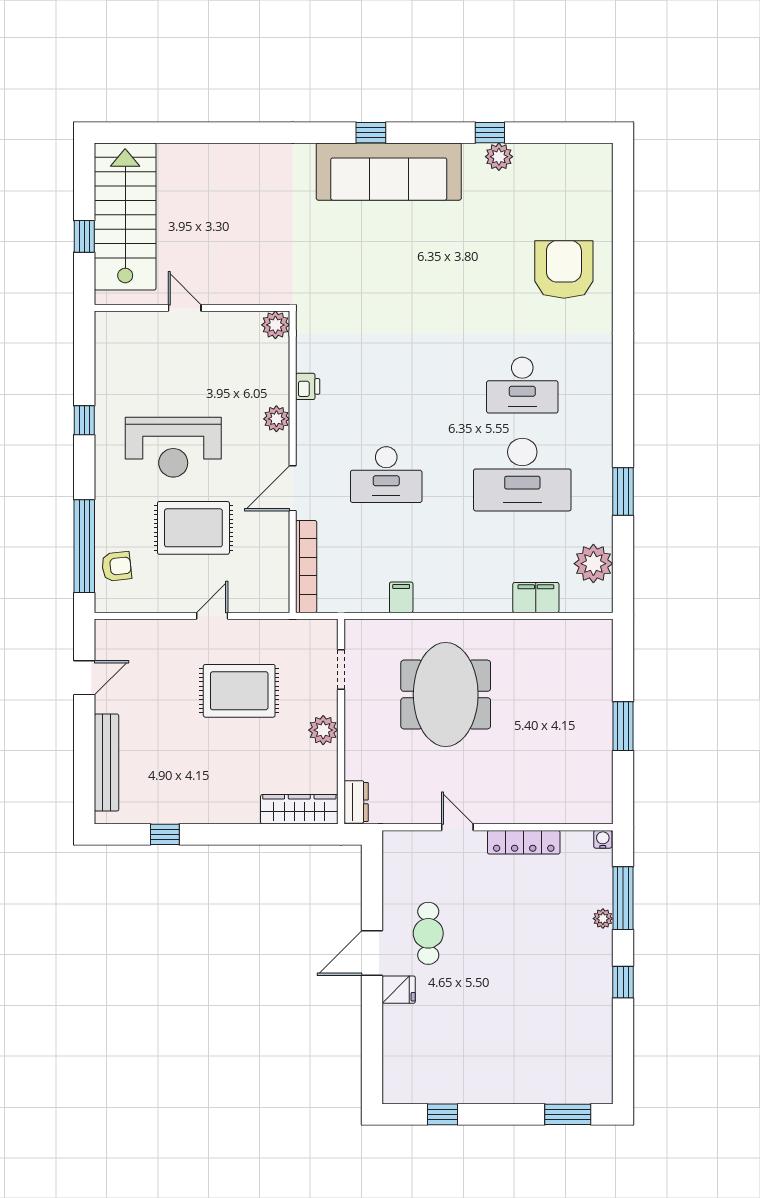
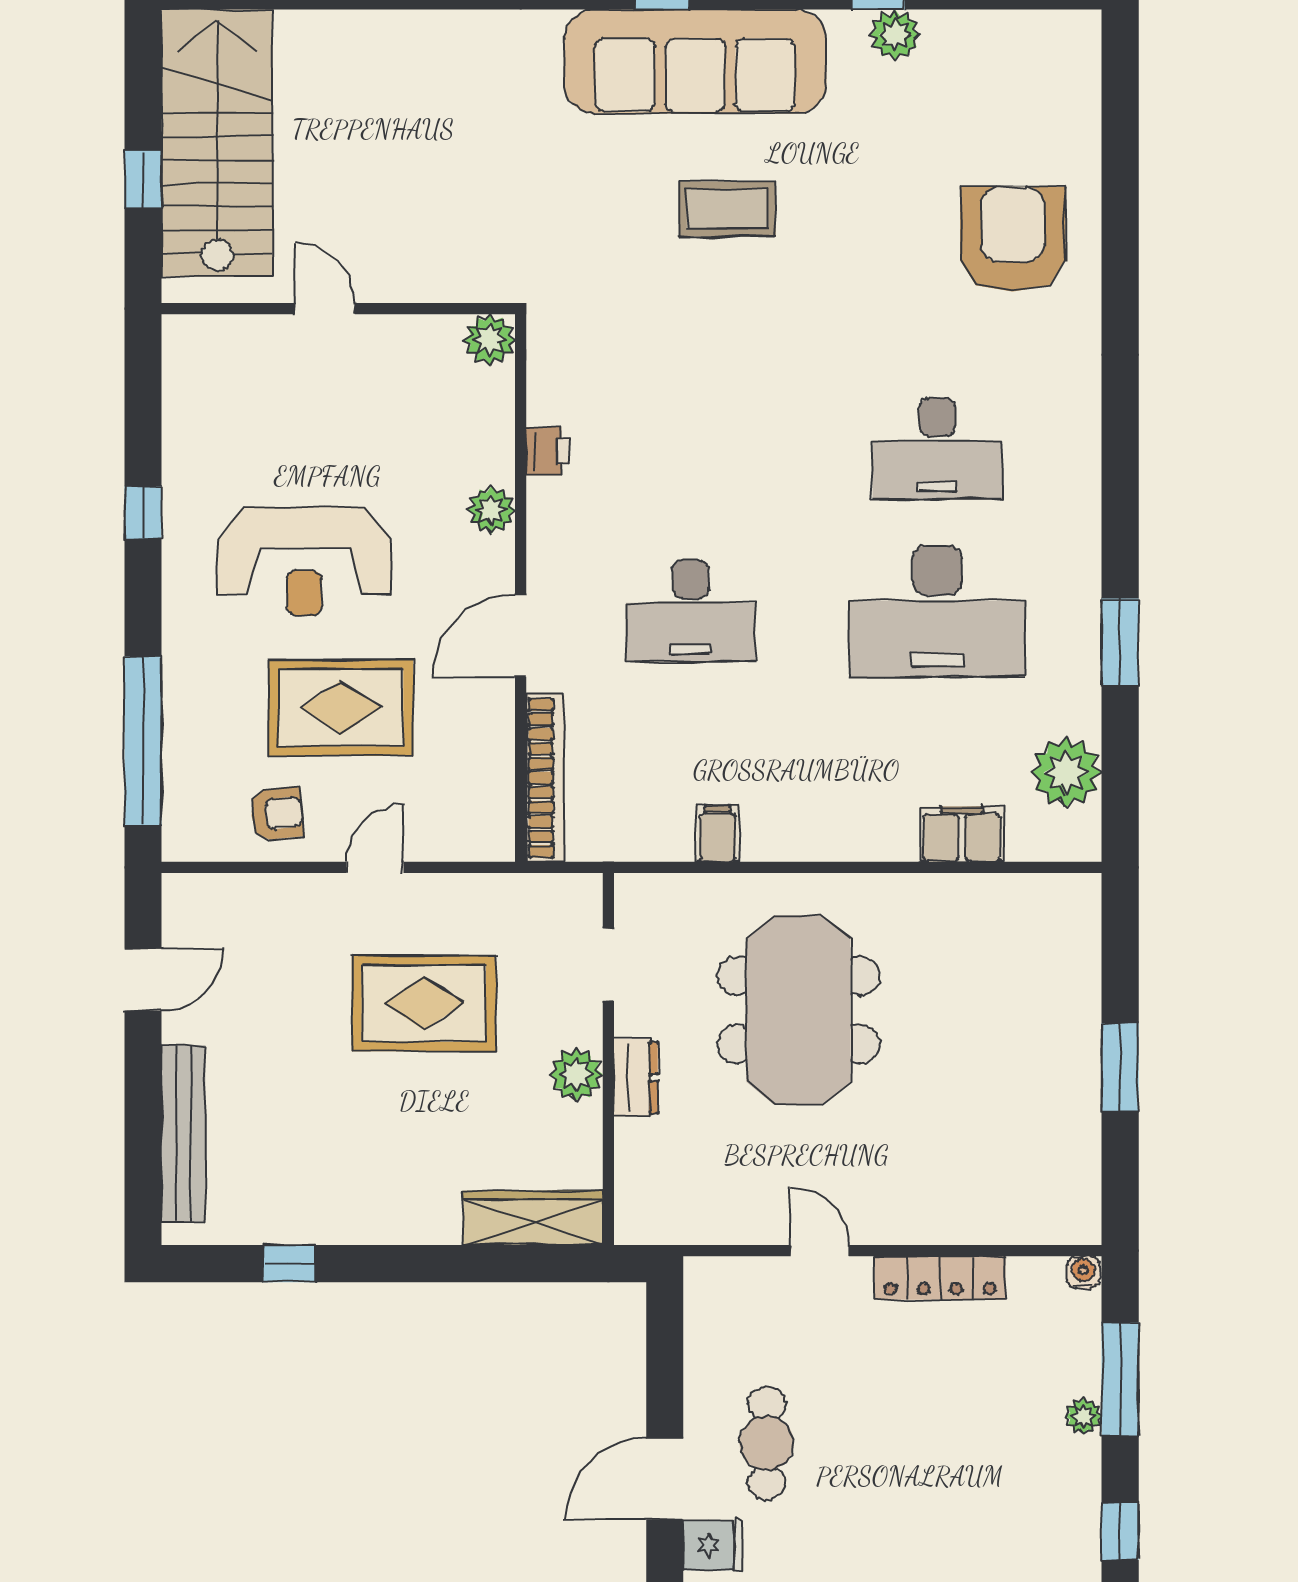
coffee table: (407, 253) -> (727, 209), added
armchair: (117, 566) -> (277, 814), moved
dresser: (356, 802) -> (636, 1078), moved

